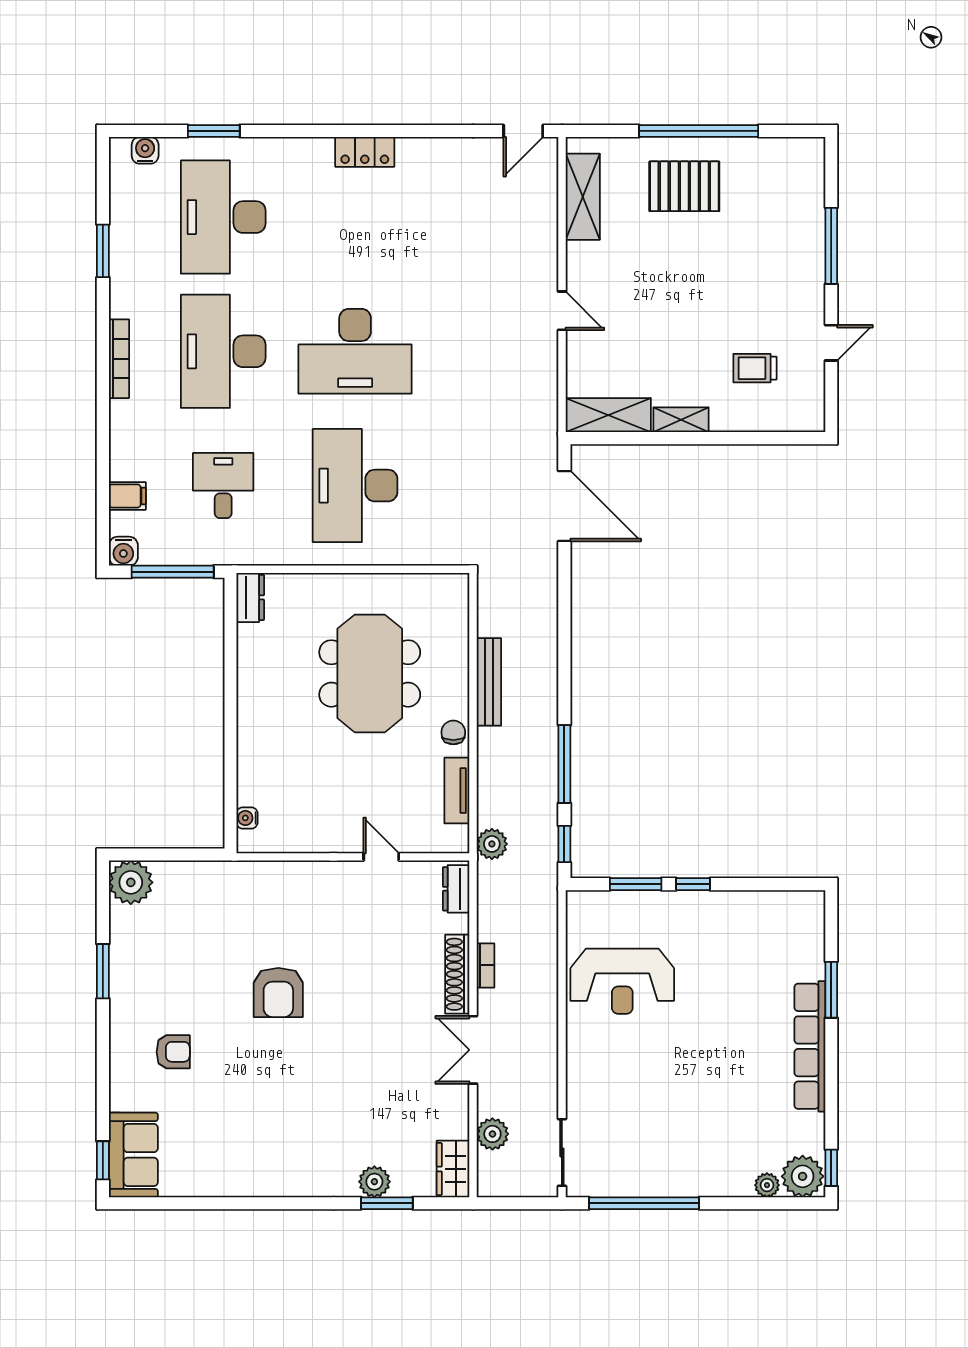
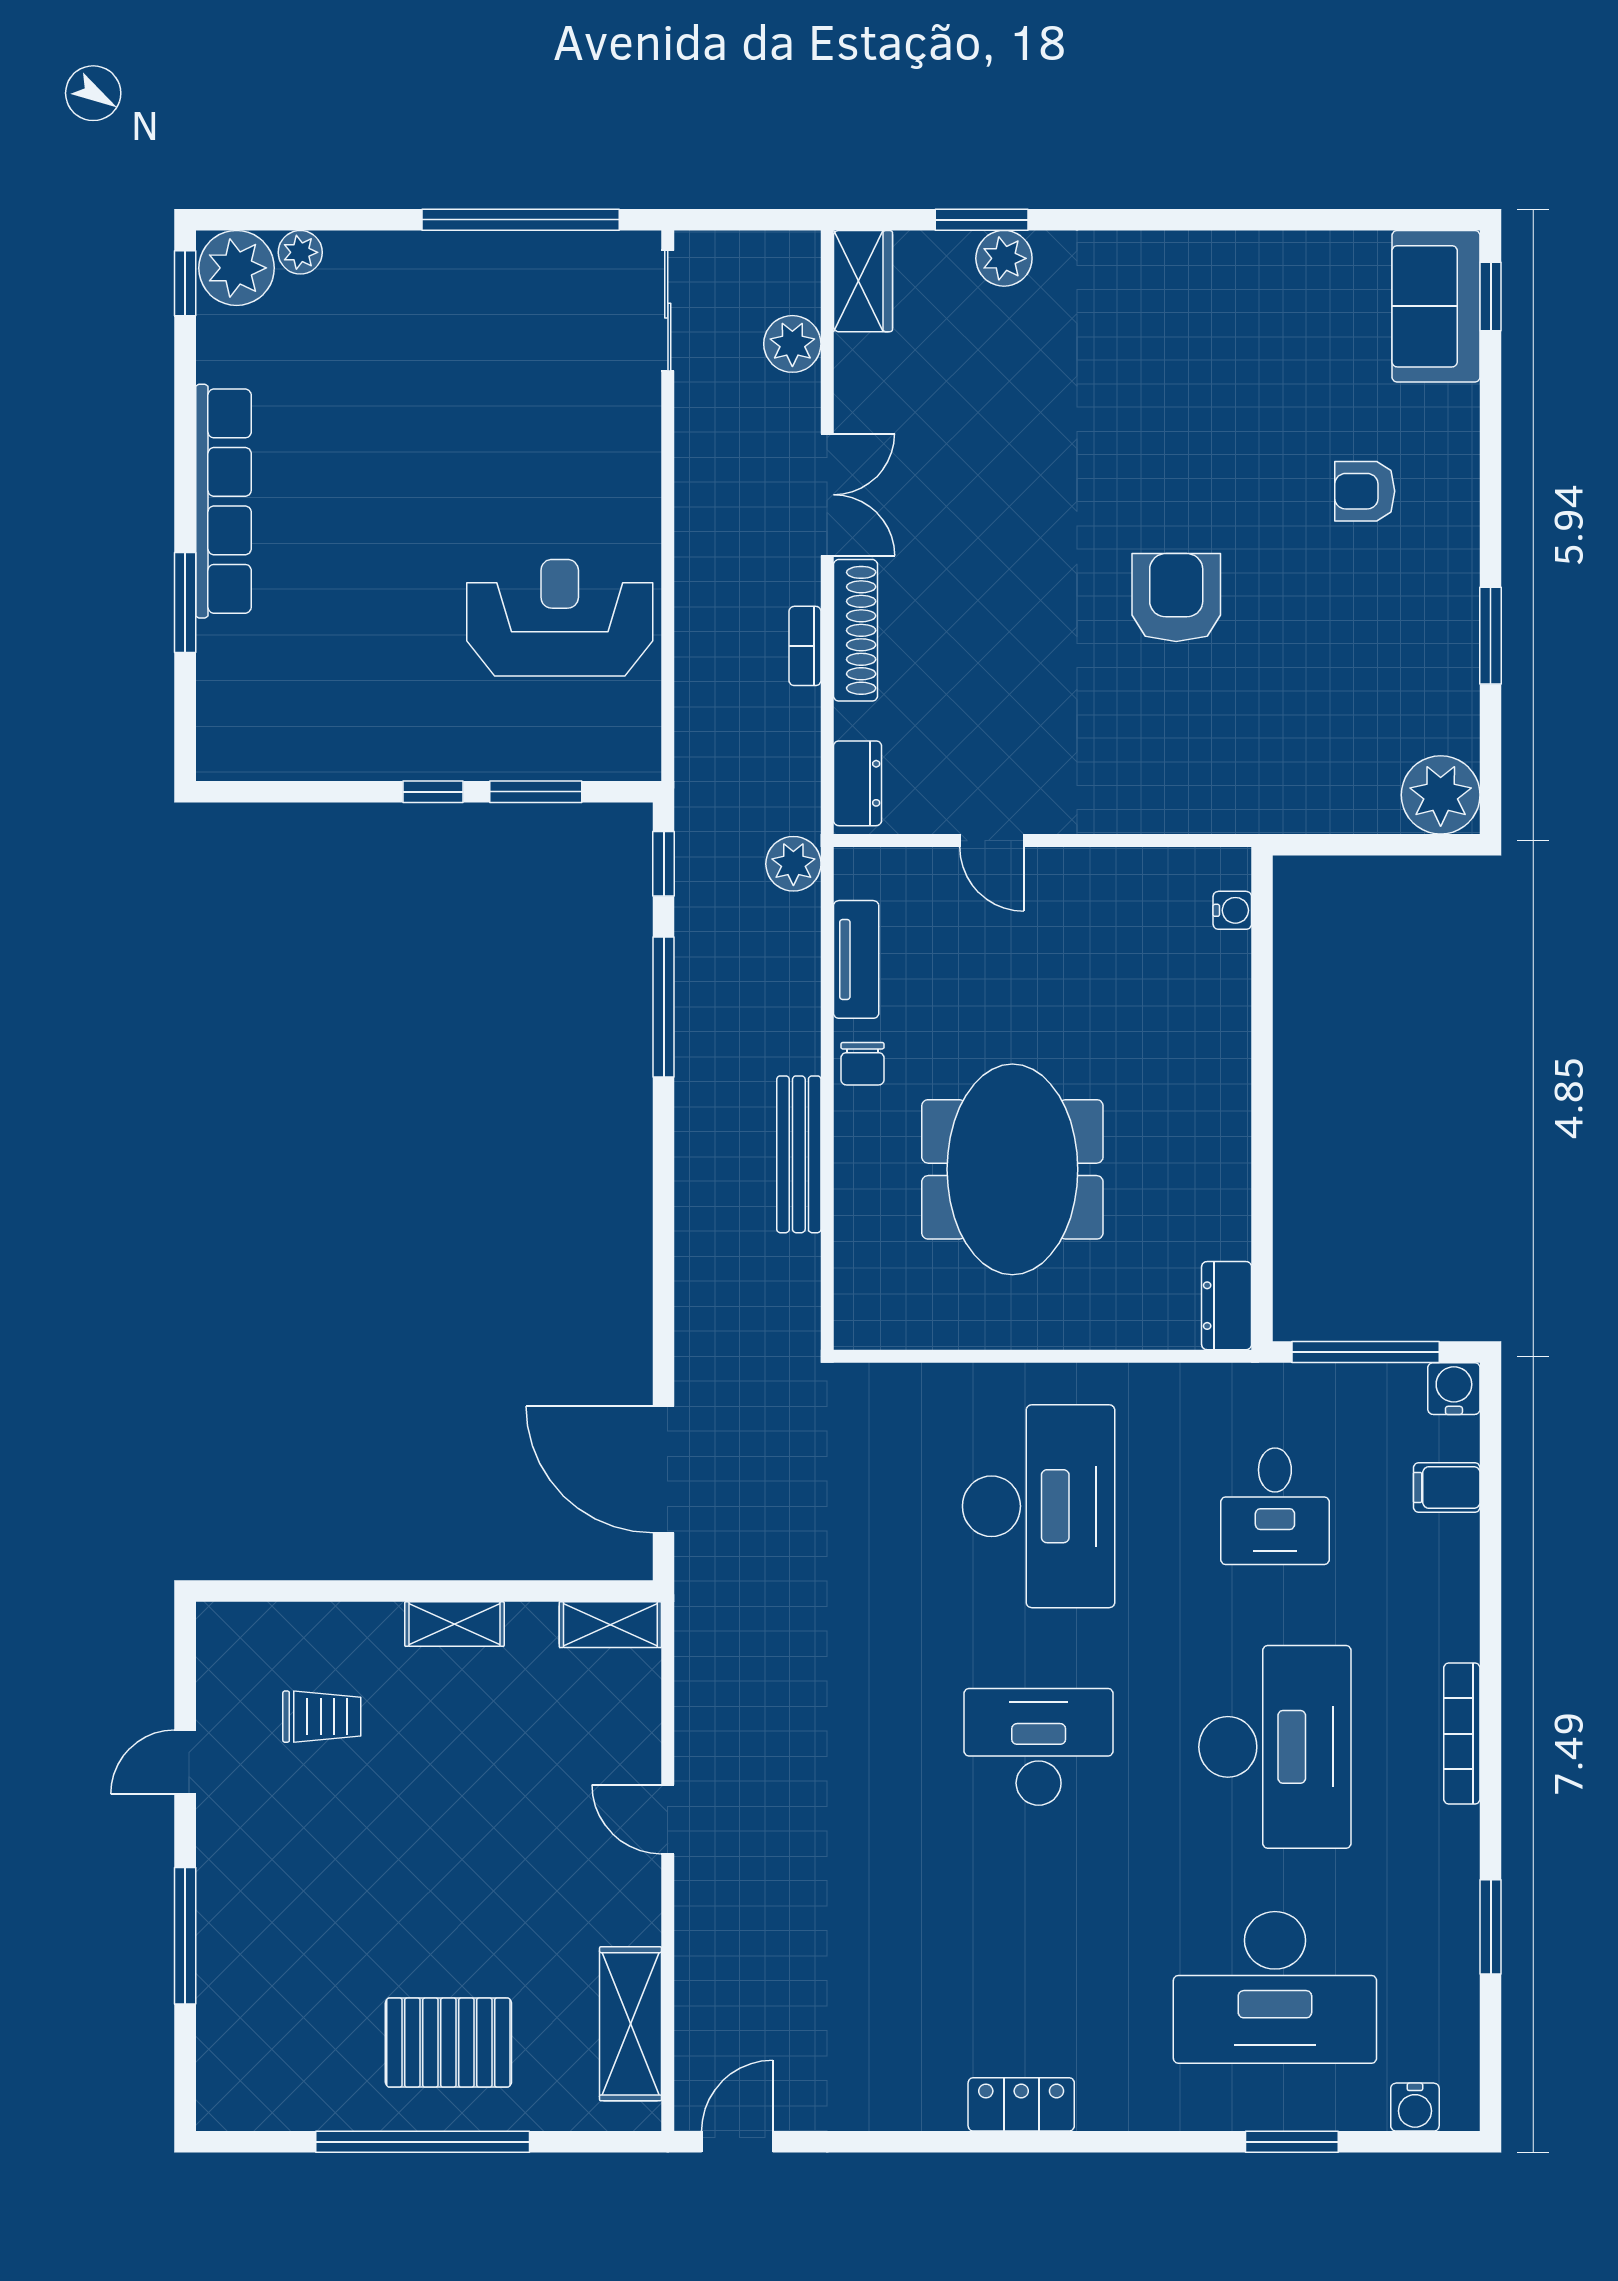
desk: (223, 217) -> (1275, 1987), turned 90
desk: (355, 351) -> (1039, 1747), width x0.73, depth x0.77
shelving: (608, 415) -> (610, 1625), width x0.67, depth x0.75

